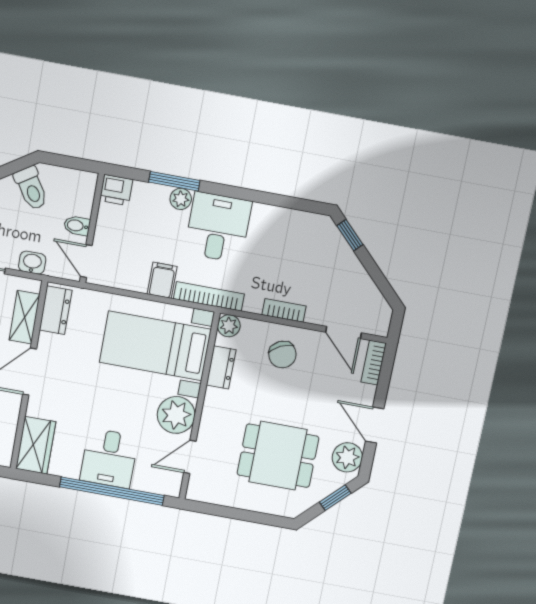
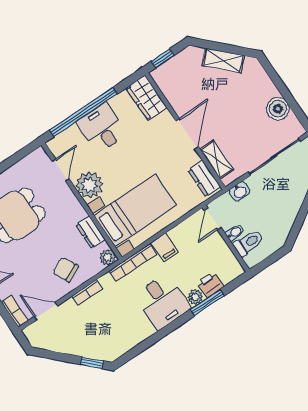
toilet: (31, 188) -> (249, 243), moved, turned 122
printer: (116, 190) -> (210, 285), moved
door: (86, 261) -> (213, 219), swing flipped

